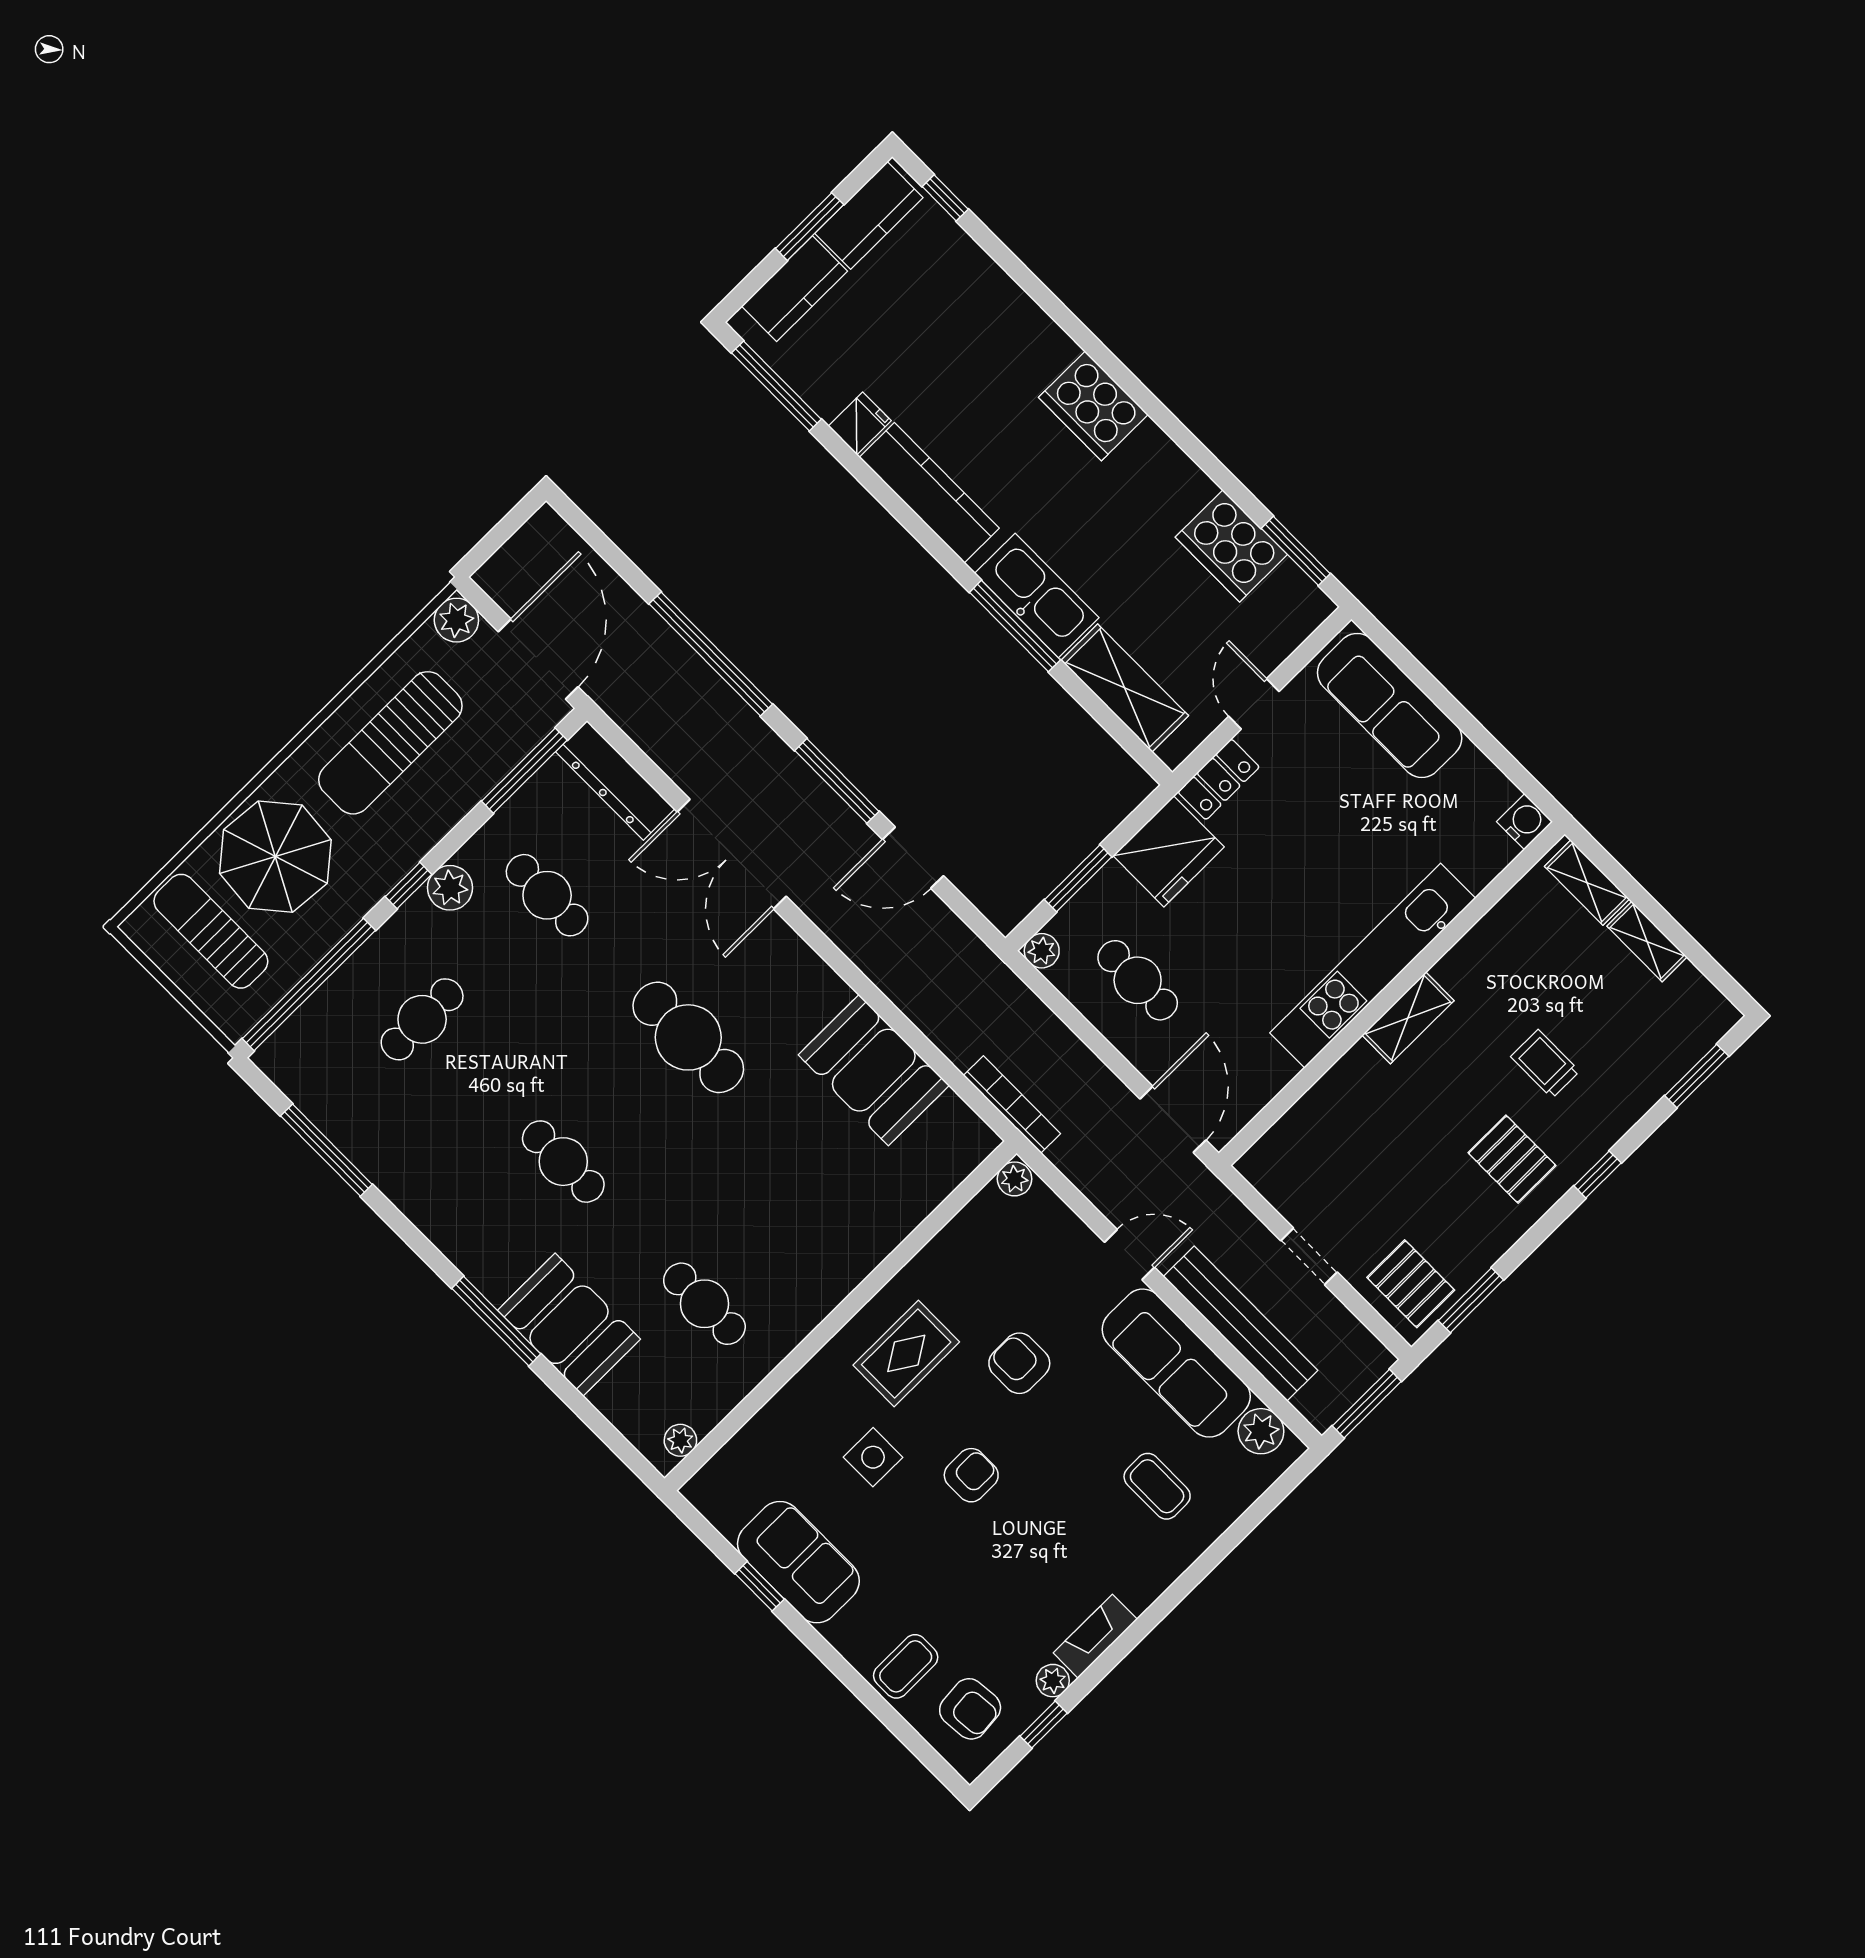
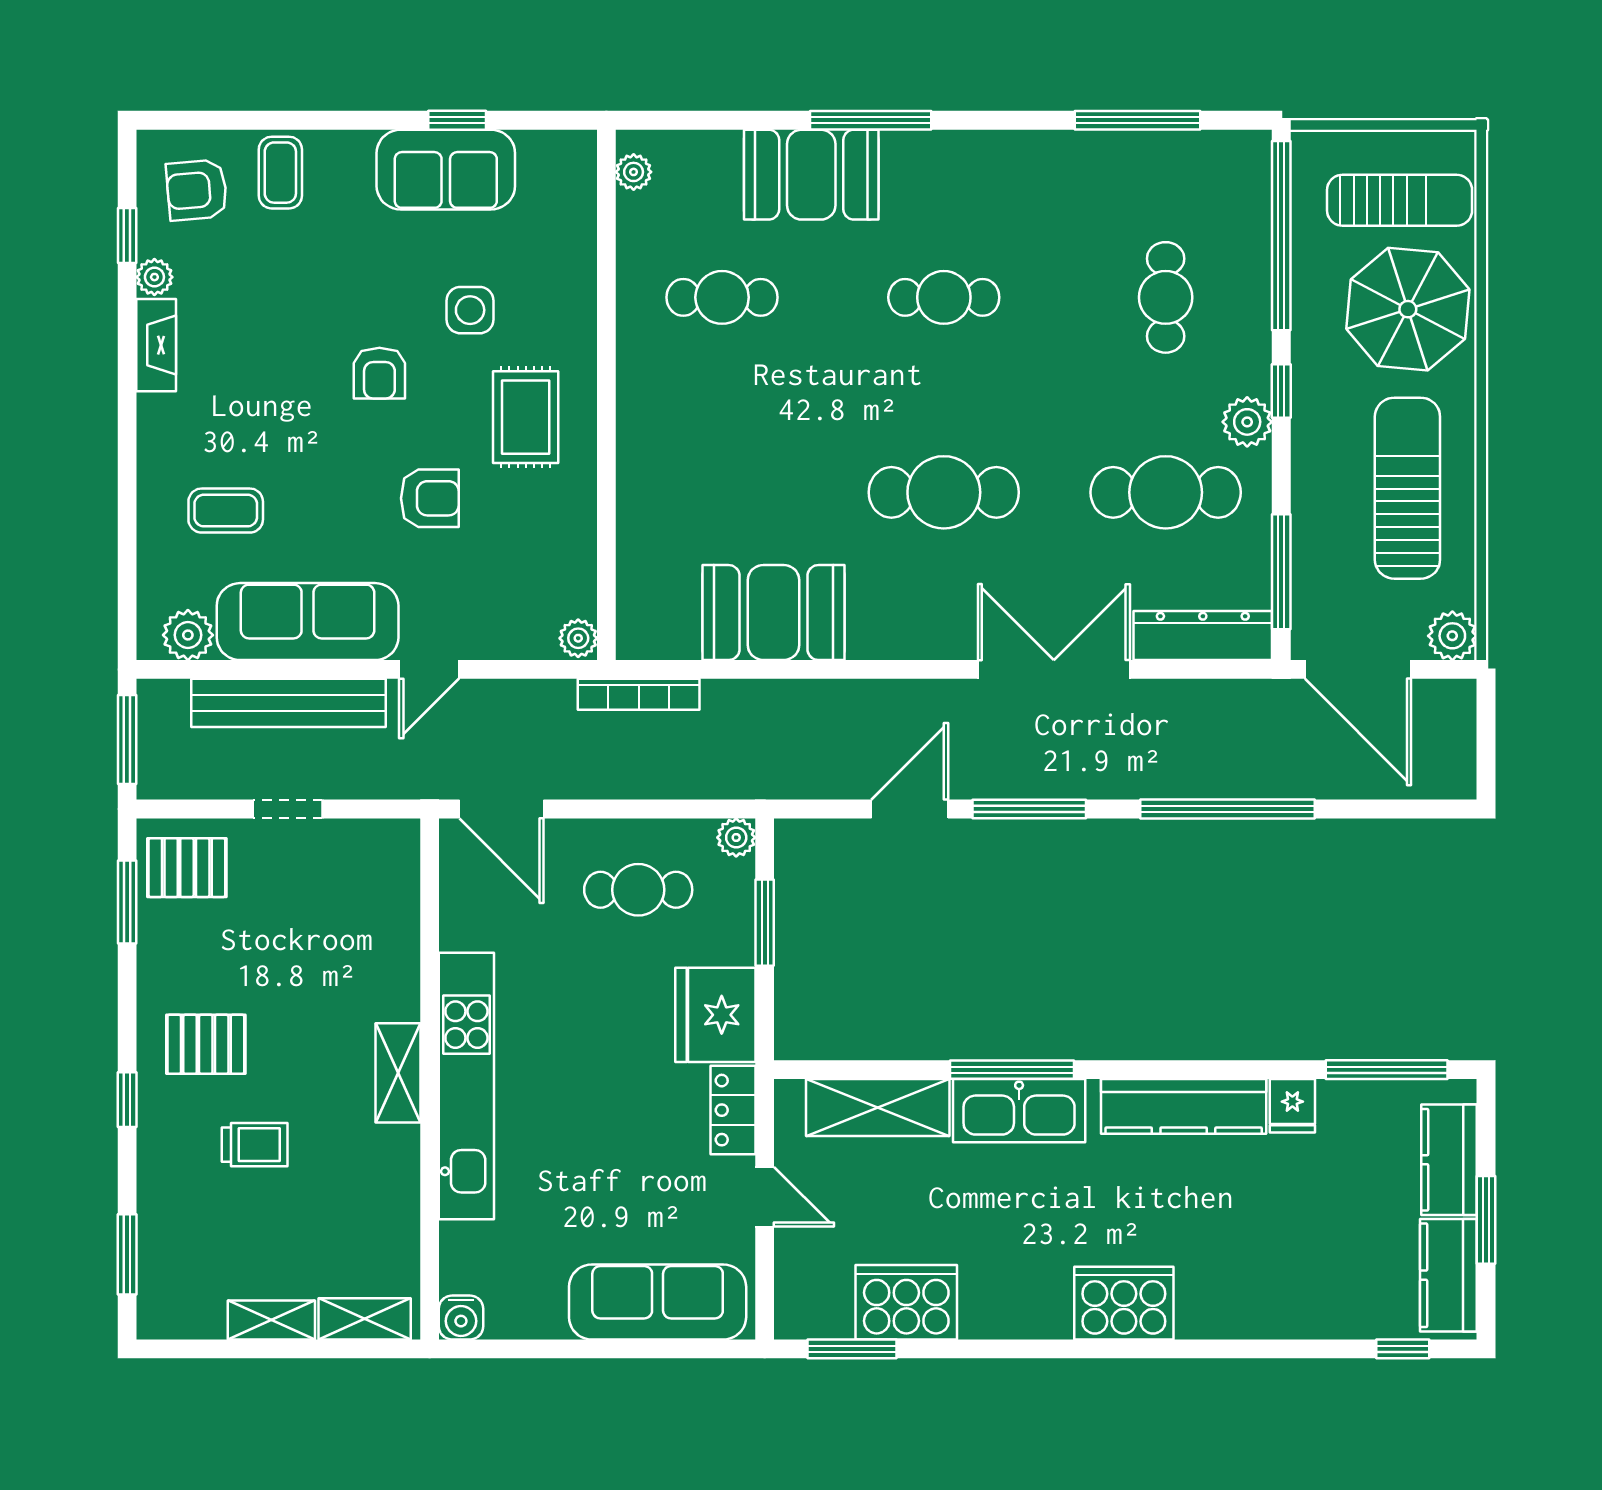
cafe table: (547, 895) -> (1166, 492), width x1.37, depth x1.35

